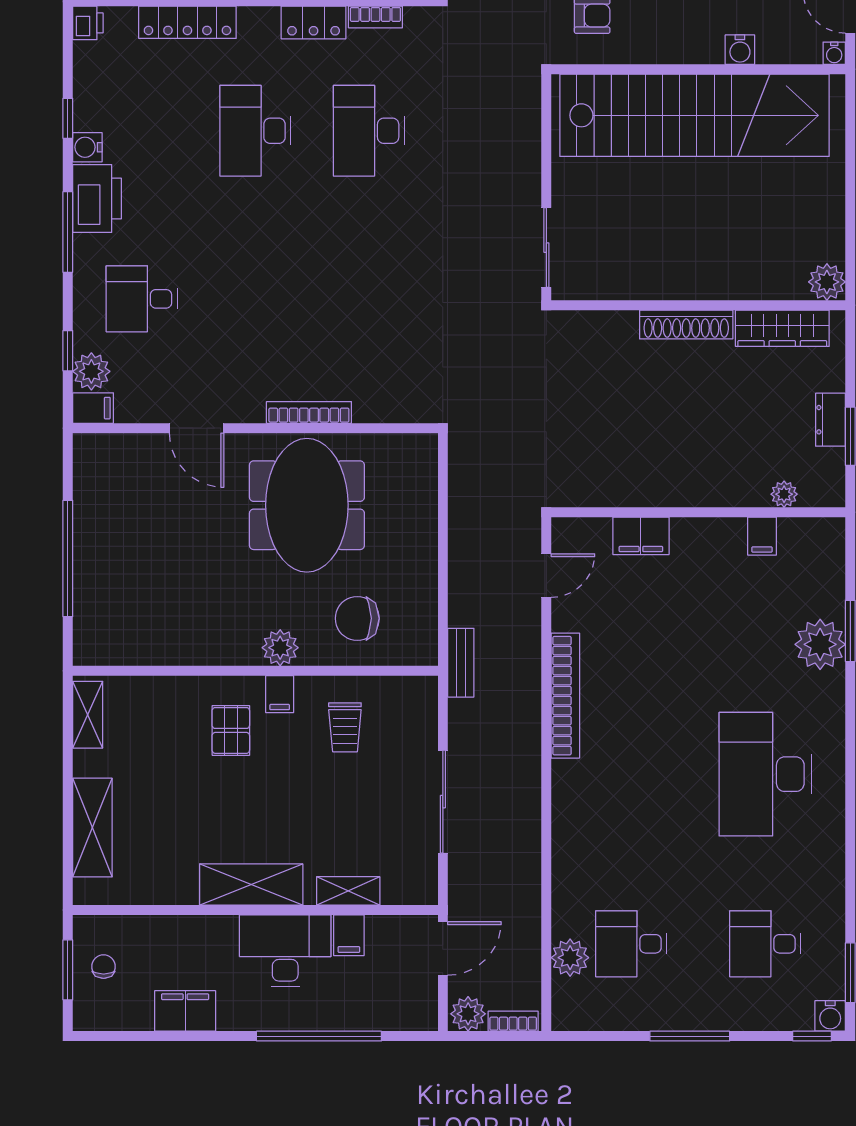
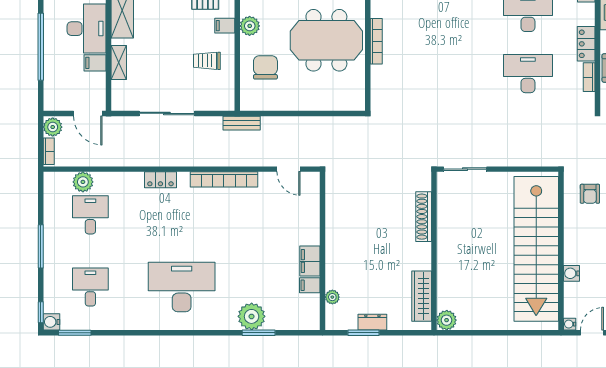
shoe rack: (686, 325) -> (424, 217), moved
filing cabinet: (641, 536) -> (310, 261), moved
locker: (566, 814) -> (160, 180), added

